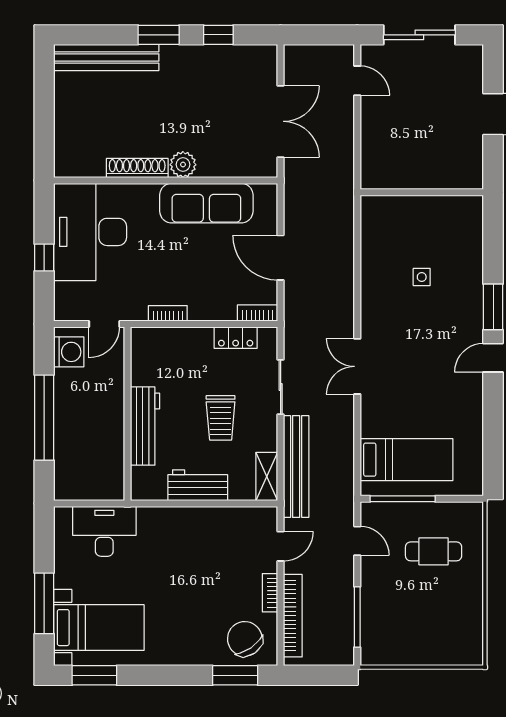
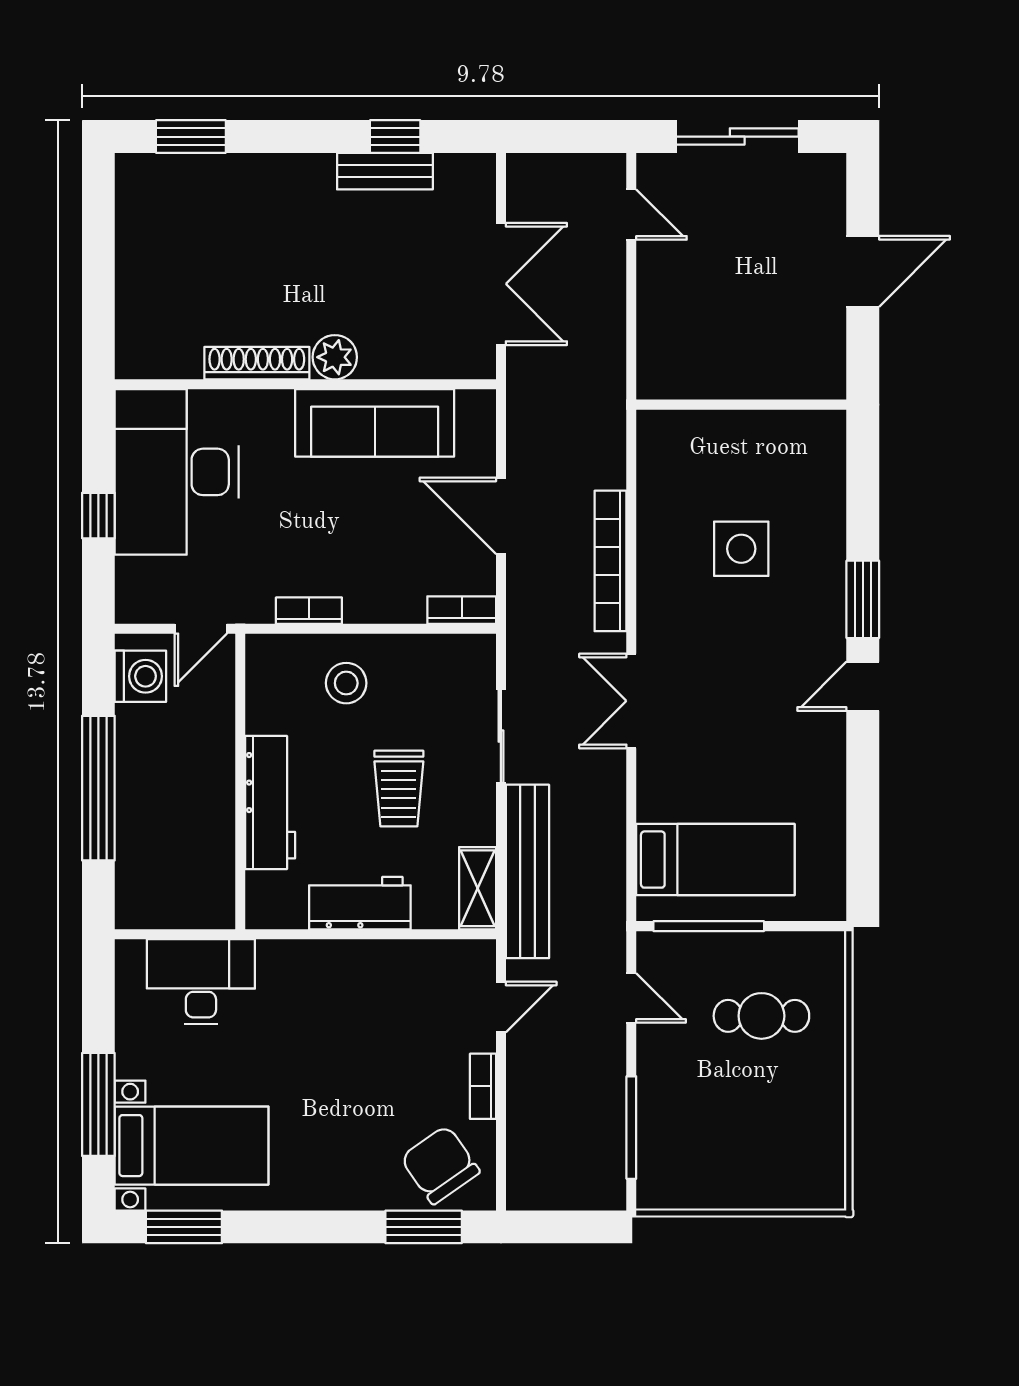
window: (159, 35) -> (191, 137), moved
bench: (107, 58) -> (385, 171), moved, width x0.54, depth x0.82
side table: (422, 277) -> (741, 549), width x1.87, depth x1.87
locker: (236, 338) -> (424, 652), removed
stool: (190, 356) -> (346, 683), added
bookcase: (293, 616) -> (611, 561), moved, turned 180

